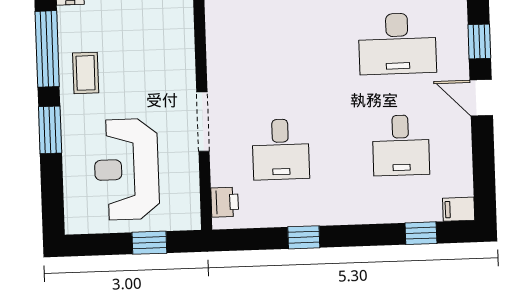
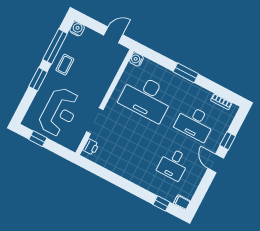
doorway: (203, 122) -> (95, 121), moved
desk: (281, 149) -> (146, 98), moved, width x1.87, depth x1.30
reception desk: (127, 169) -> (59, 112), turned 180
window: (304, 237) -> (114, 179), removed
window: (149, 243) -> (38, 139), moved

